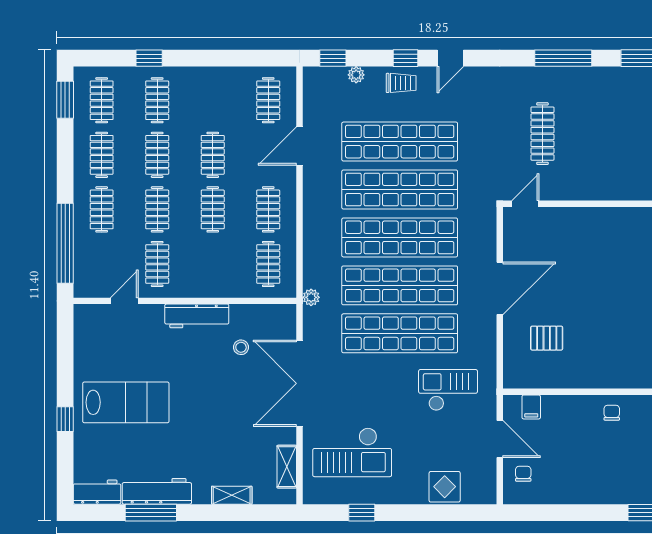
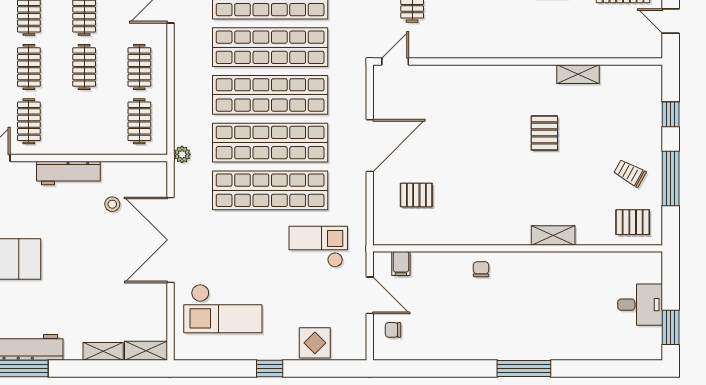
shelving: (287, 467) -> (146, 351), moved, turned 90
chair: (523, 474) -> (393, 330), turned -90
window: (362, 513) -> (270, 369), moved

